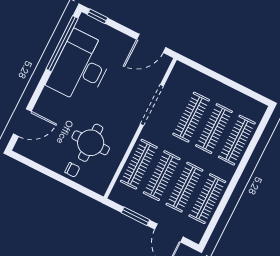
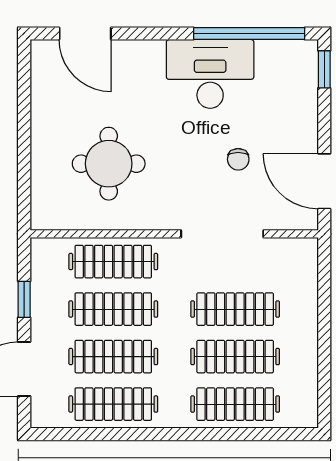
desk: (81, 67) -> (210, 74), width x0.73, depth x0.77
chair: (72, 170) -> (238, 159), moved
window: (135, 216) -> (24, 299), width x0.67

